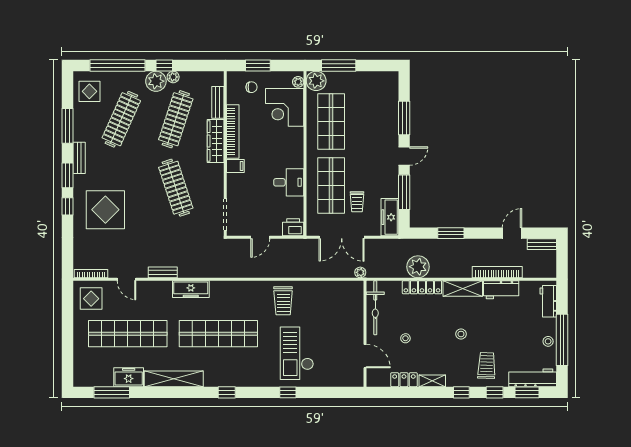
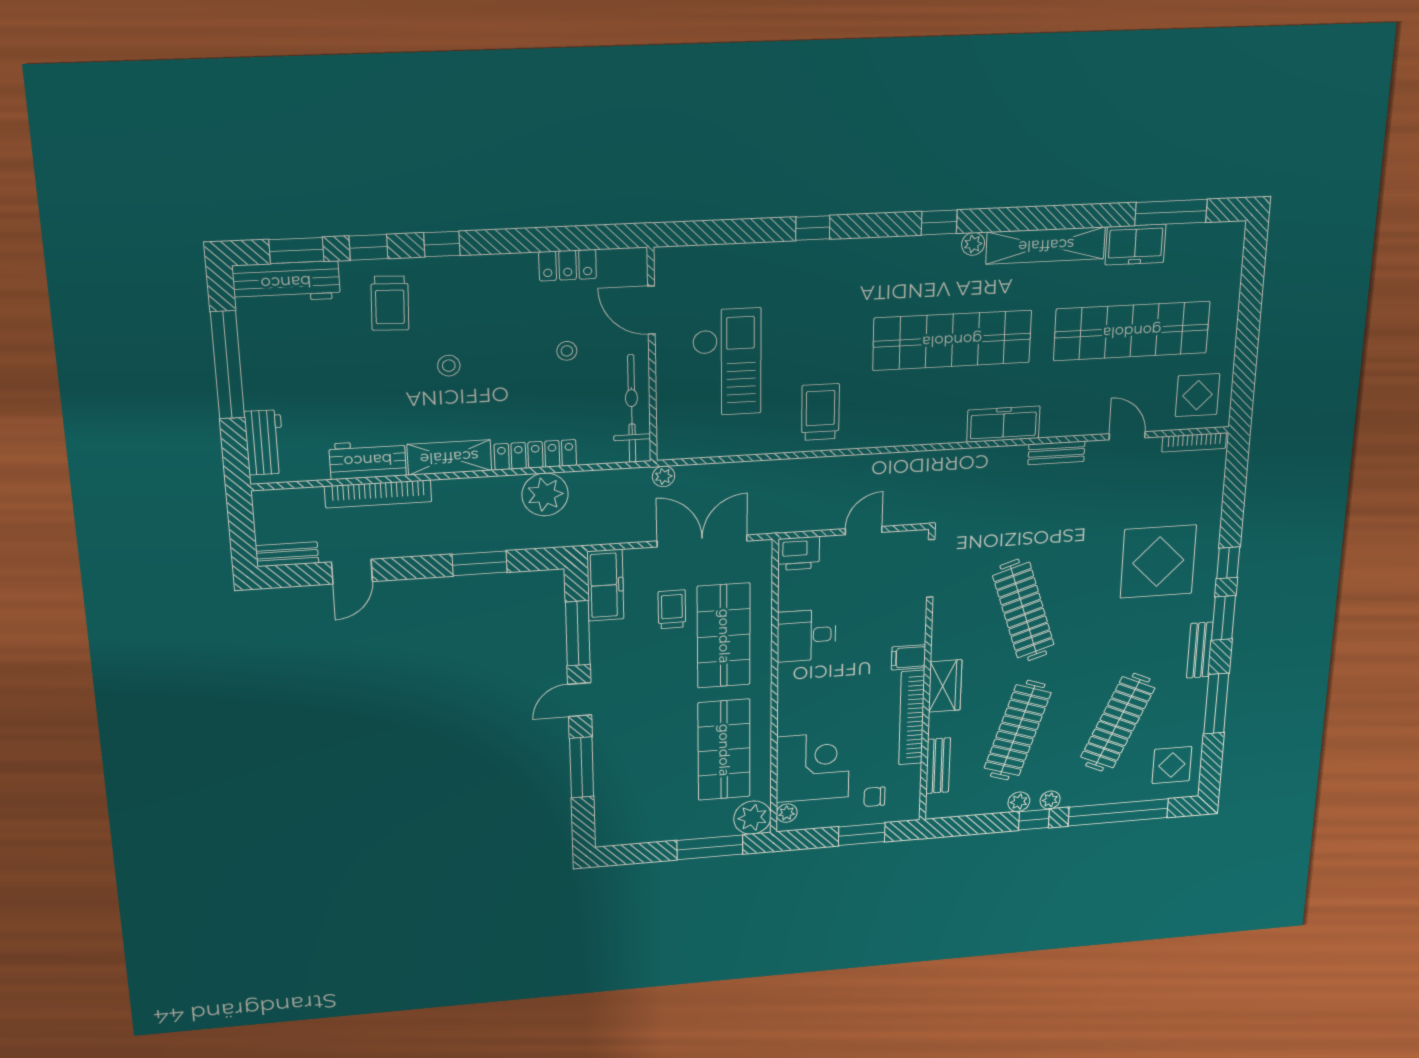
plant: (156, 81) -> (1050, 800), width x0.53, depth x0.53
wardrobe: (216, 141) -> (945, 686), width x0.67
stool: (548, 341) -> (258, 360), removed
checkout: (297, 353) -> (727, 362), moved
plant: (210, 381) -> (973, 244), added
shelving: (432, 381) -> (507, 266), removed

